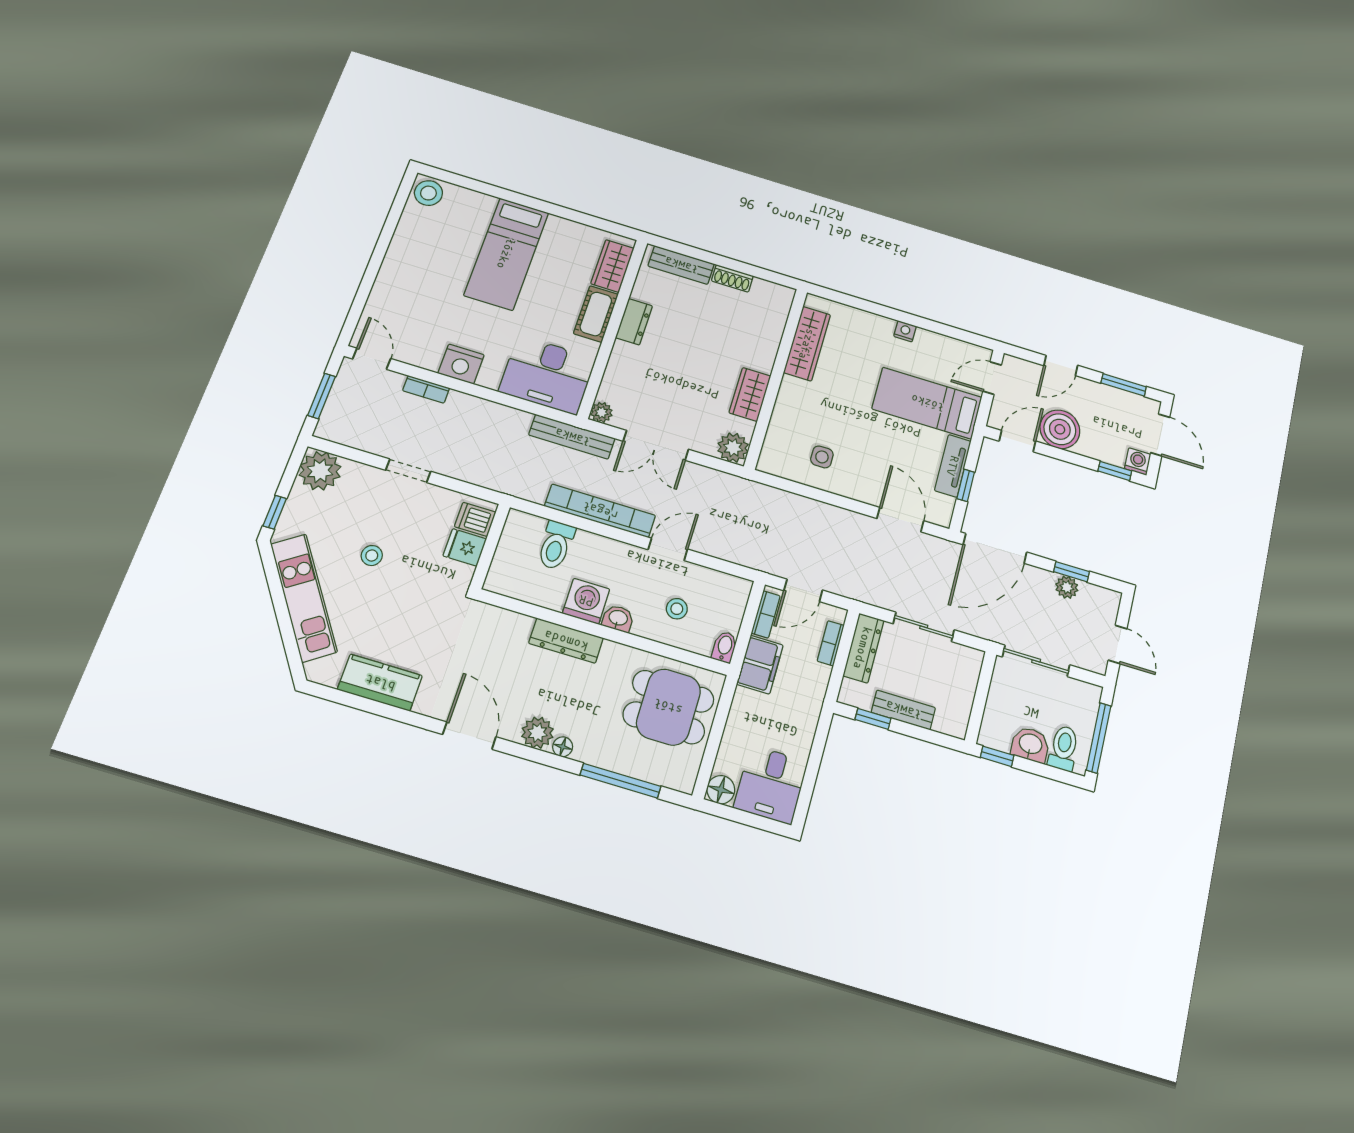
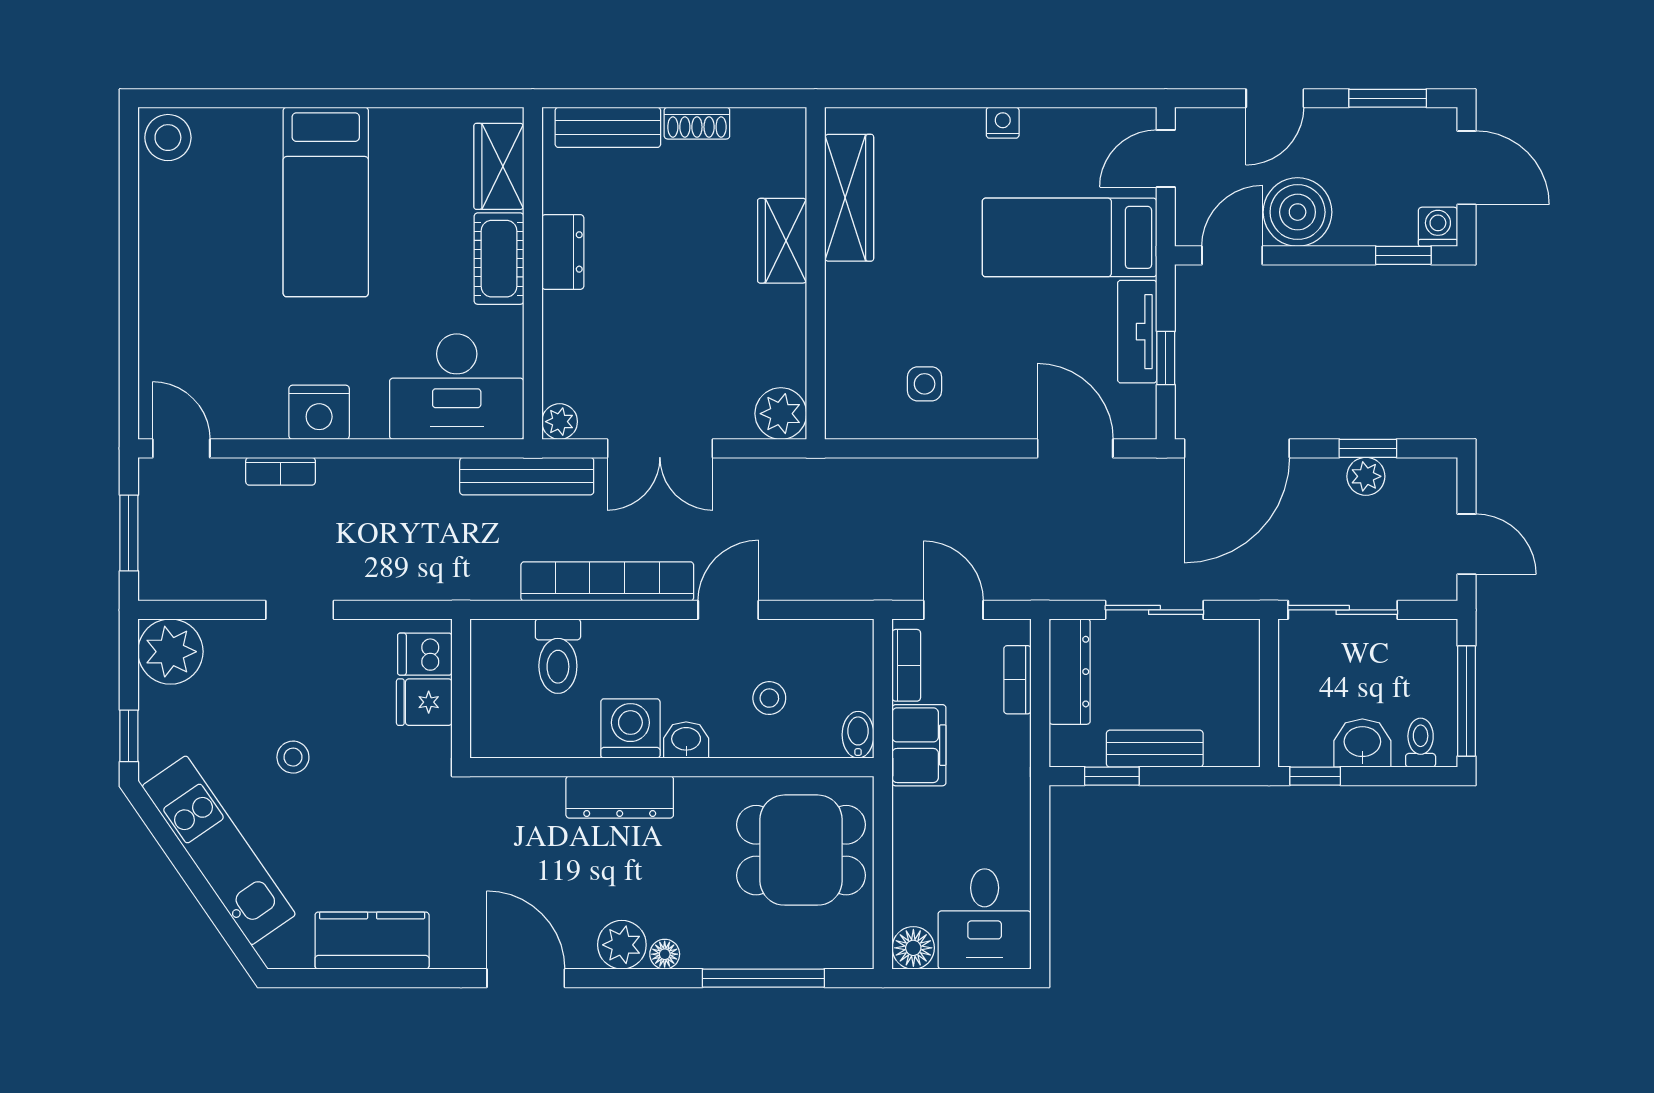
wardrobe: (750, 394) -> (782, 241), moved
door: (803, 590) -> (953, 610), swing flipped
toilet: (1064, 748) -> (1421, 743), width x0.73, depth x0.72

